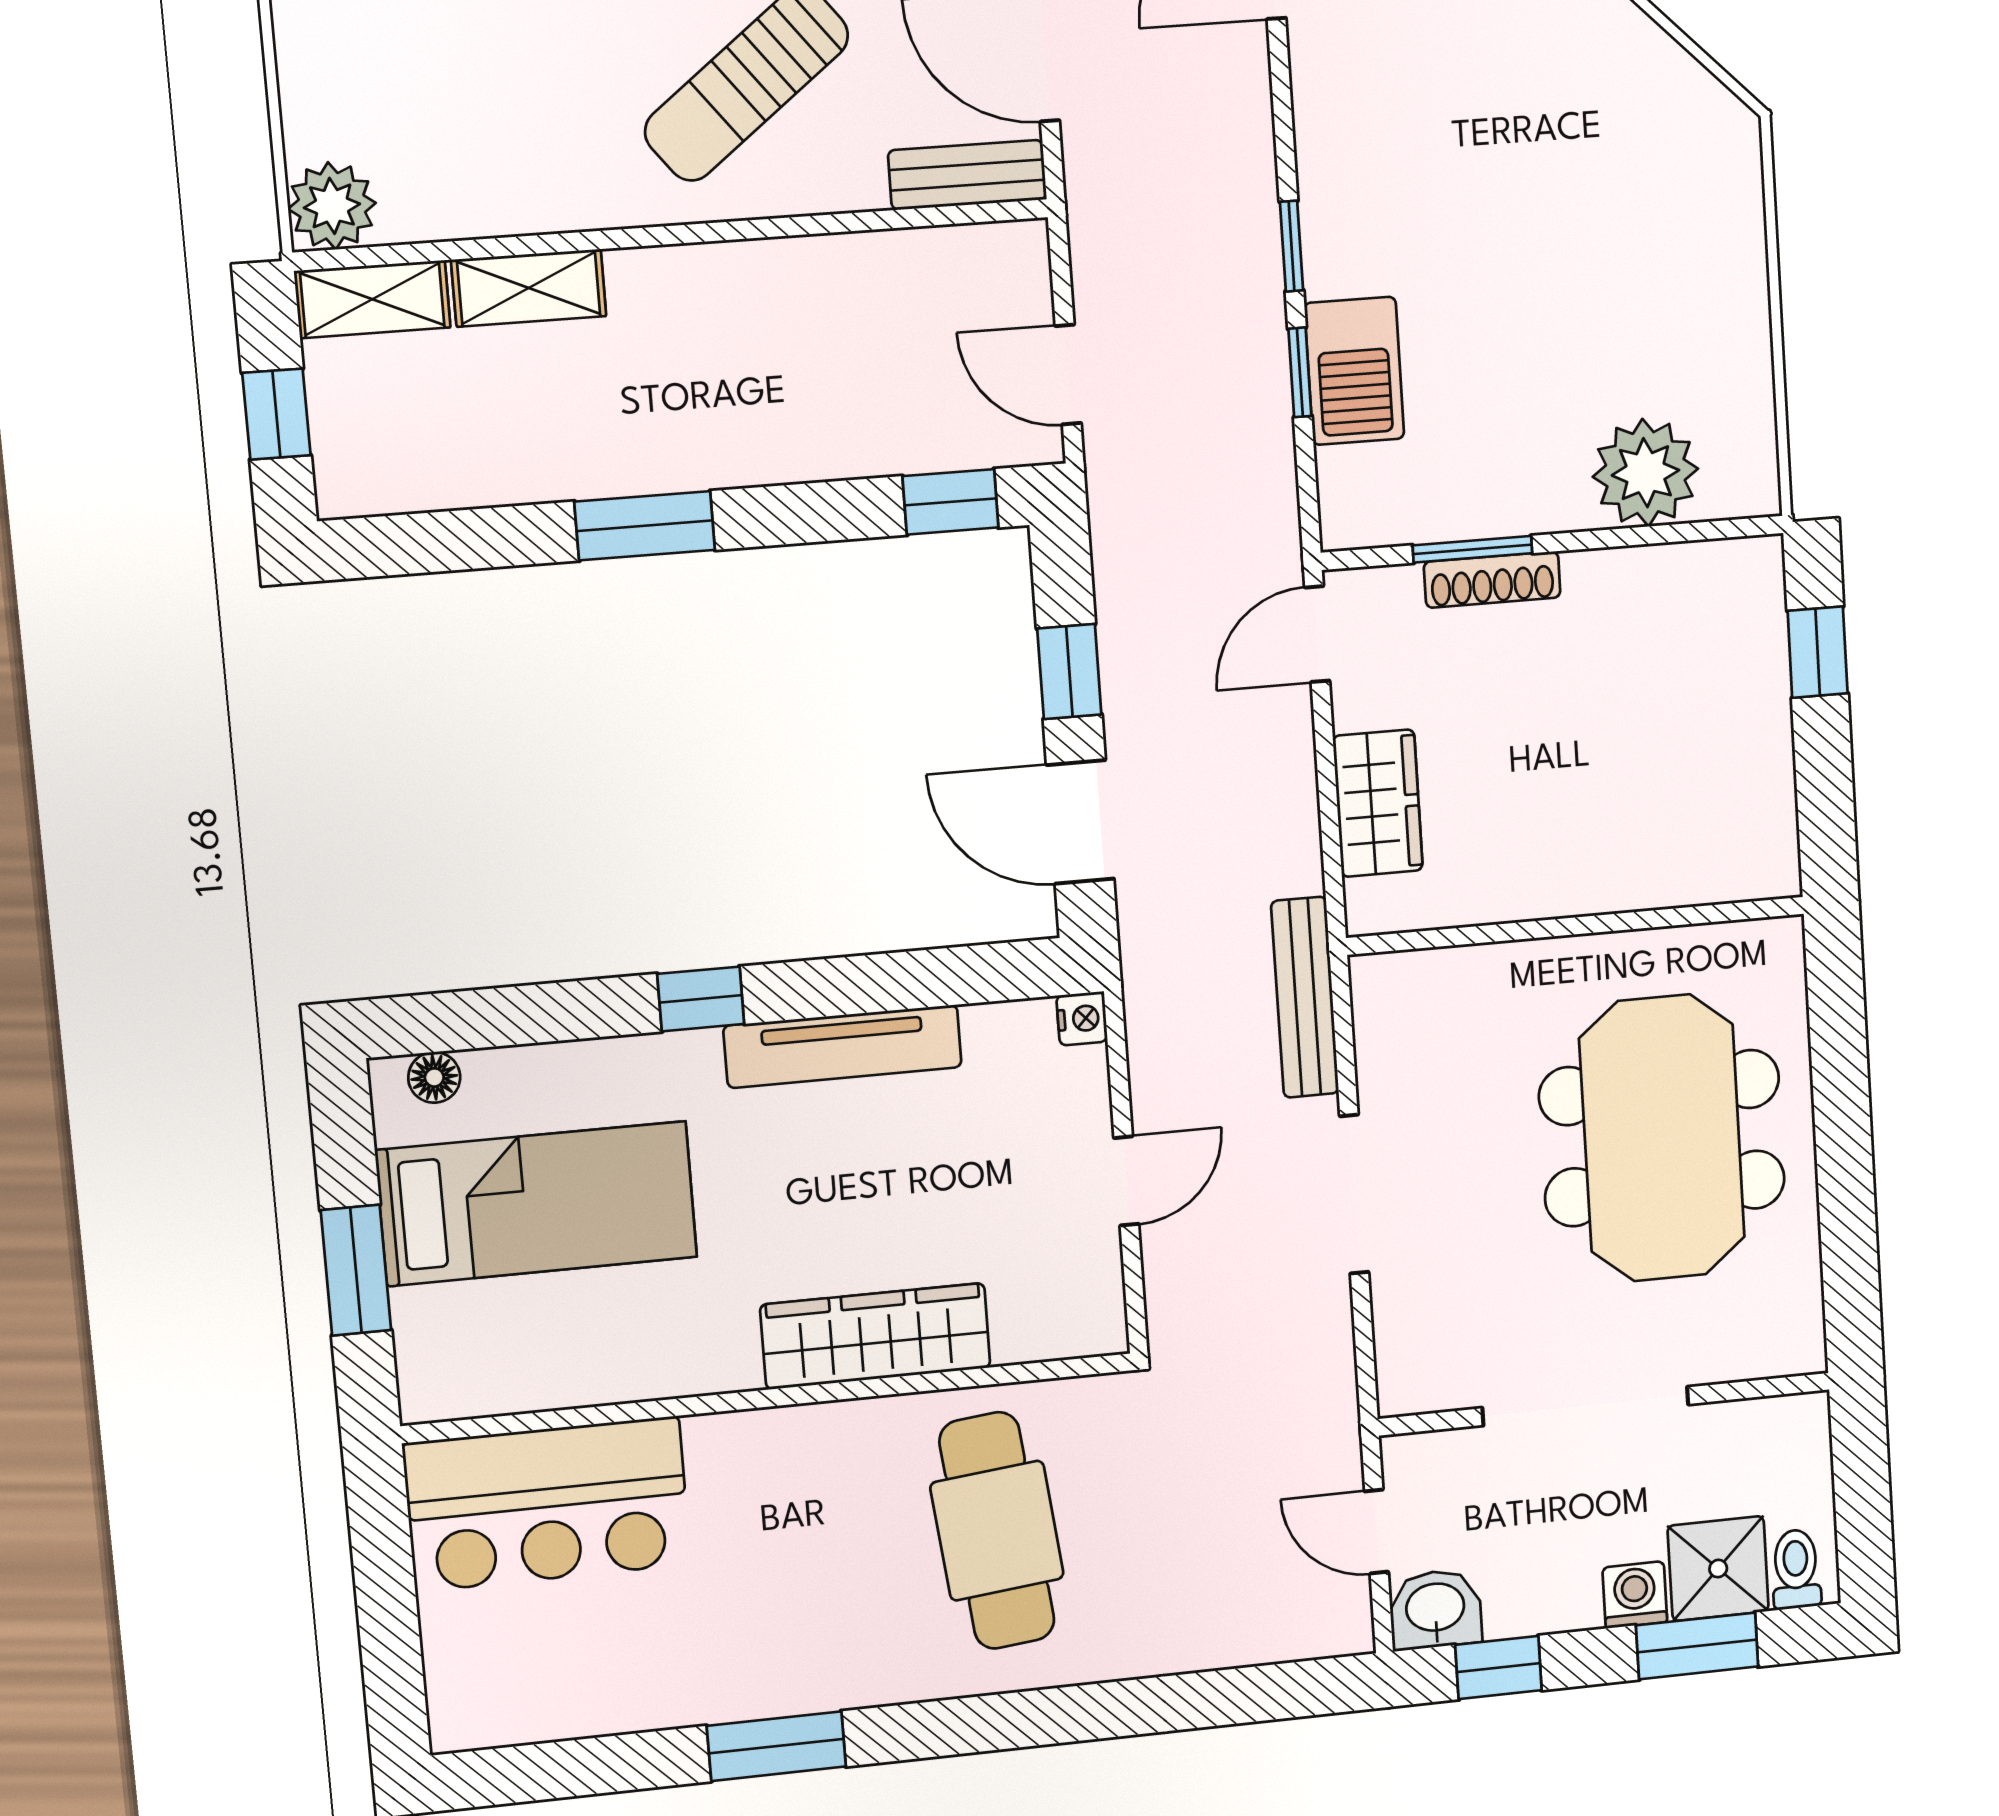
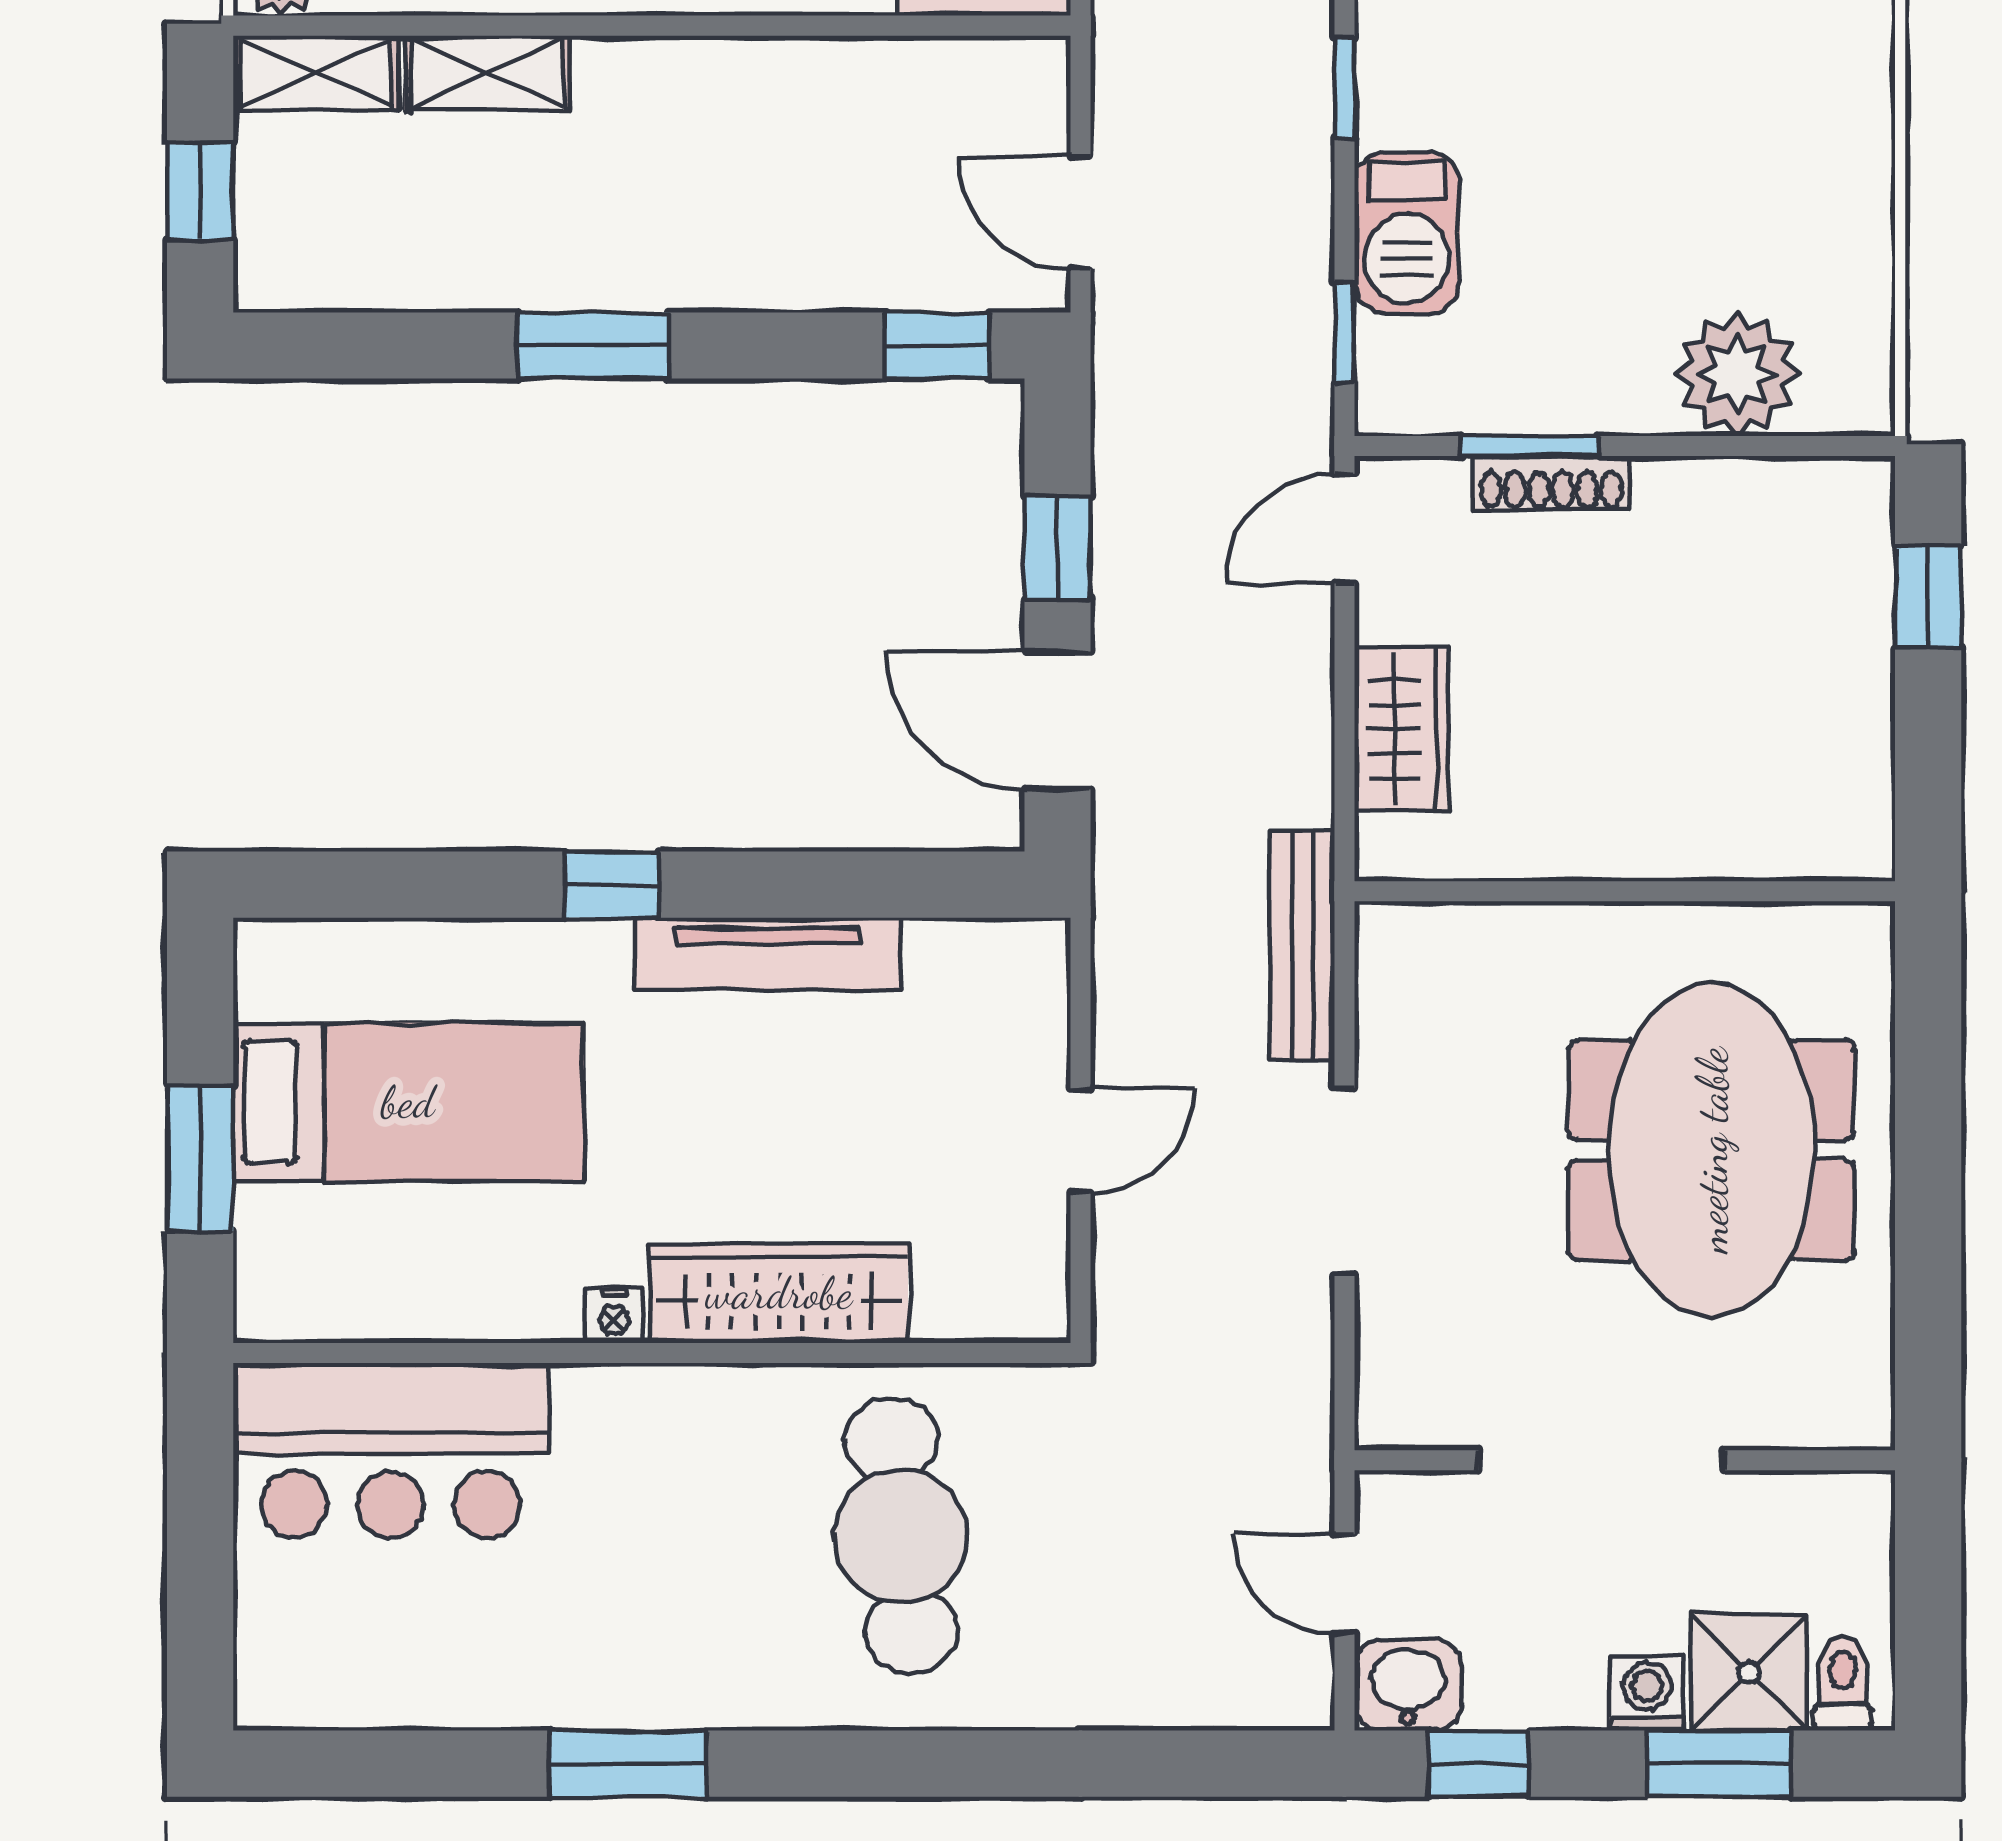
window: (1300, 372) -> (1344, 333), moved
nightstand: (1082, 1018) -> (614, 1315), moved, turned 90
floor lamp: (434, 1077) -> (307, 947), removed

